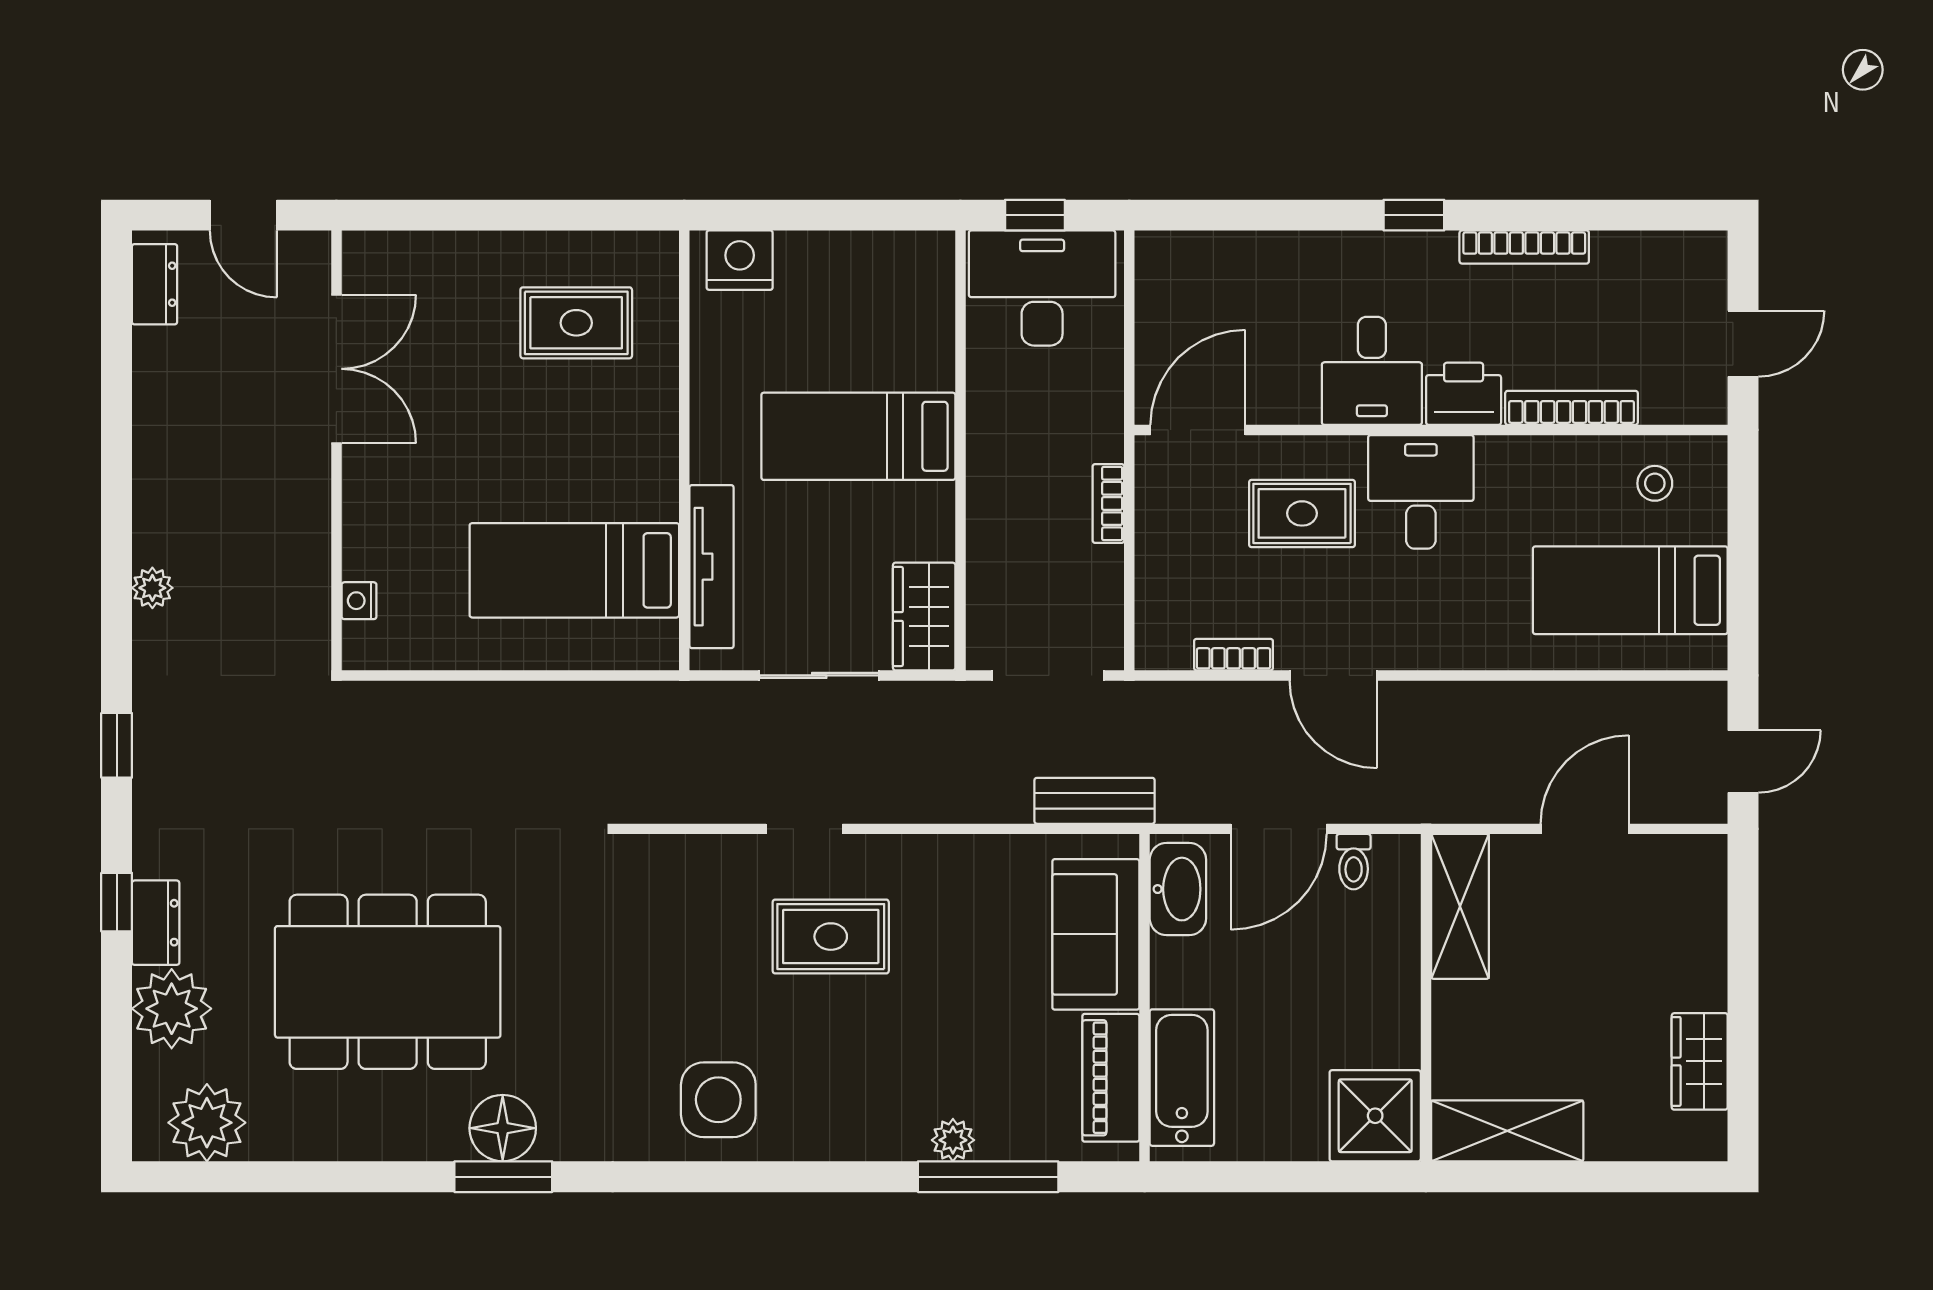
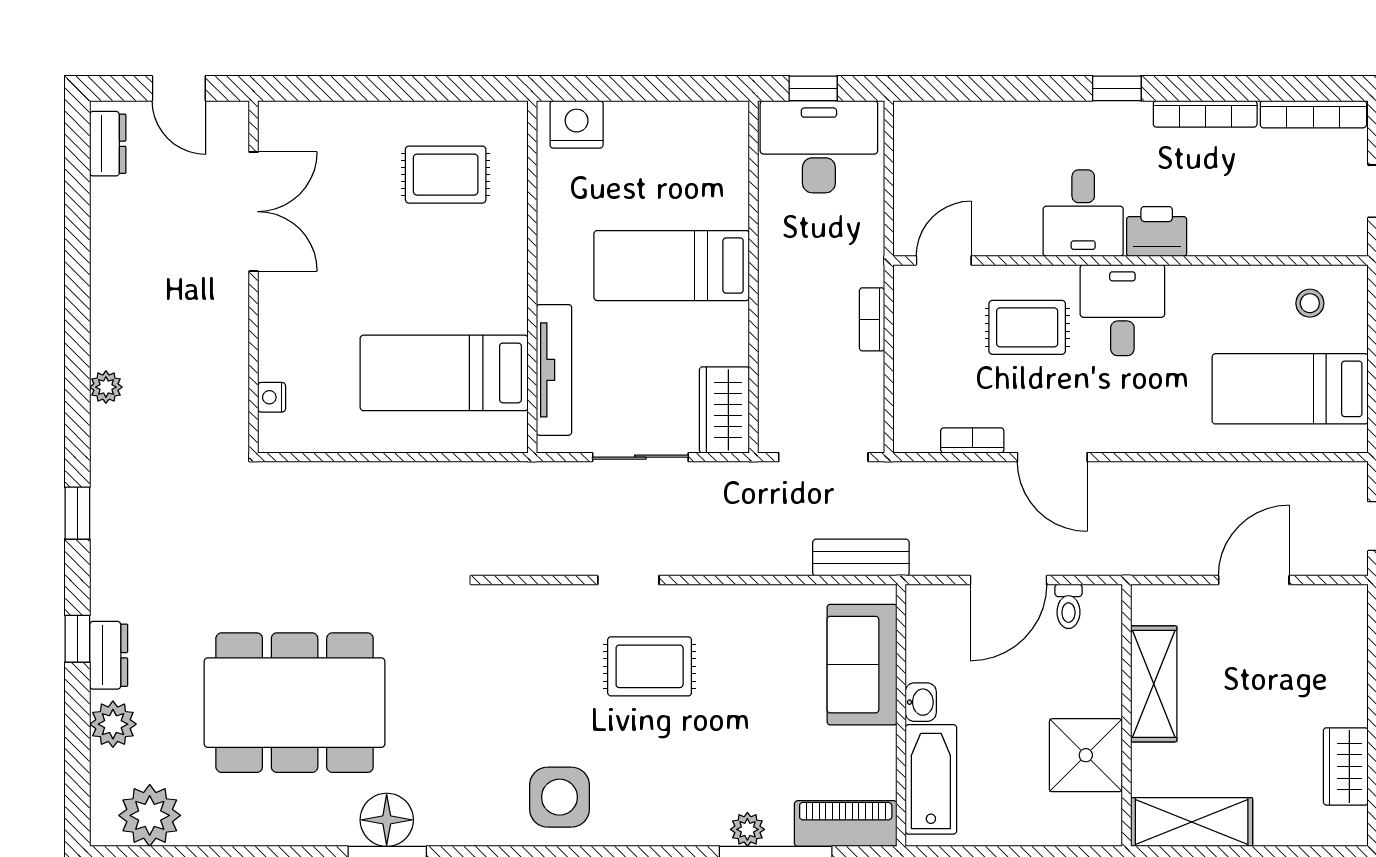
bookcase: (1572, 408) -> (1313, 114), moved, turned 180
door: (1198, 430) -> (944, 260), width x0.73
washbasin: (1178, 889) -> (921, 702), moved, width x0.52, depth x0.69
shelving: (1460, 906) -> (1154, 684), moved
plant: (172, 1009) -> (113, 724), width x0.73, depth x0.73
piano: (1111, 1078) -> (846, 824), moved, turned 90
shower: (1375, 1116) -> (1086, 755), moved

